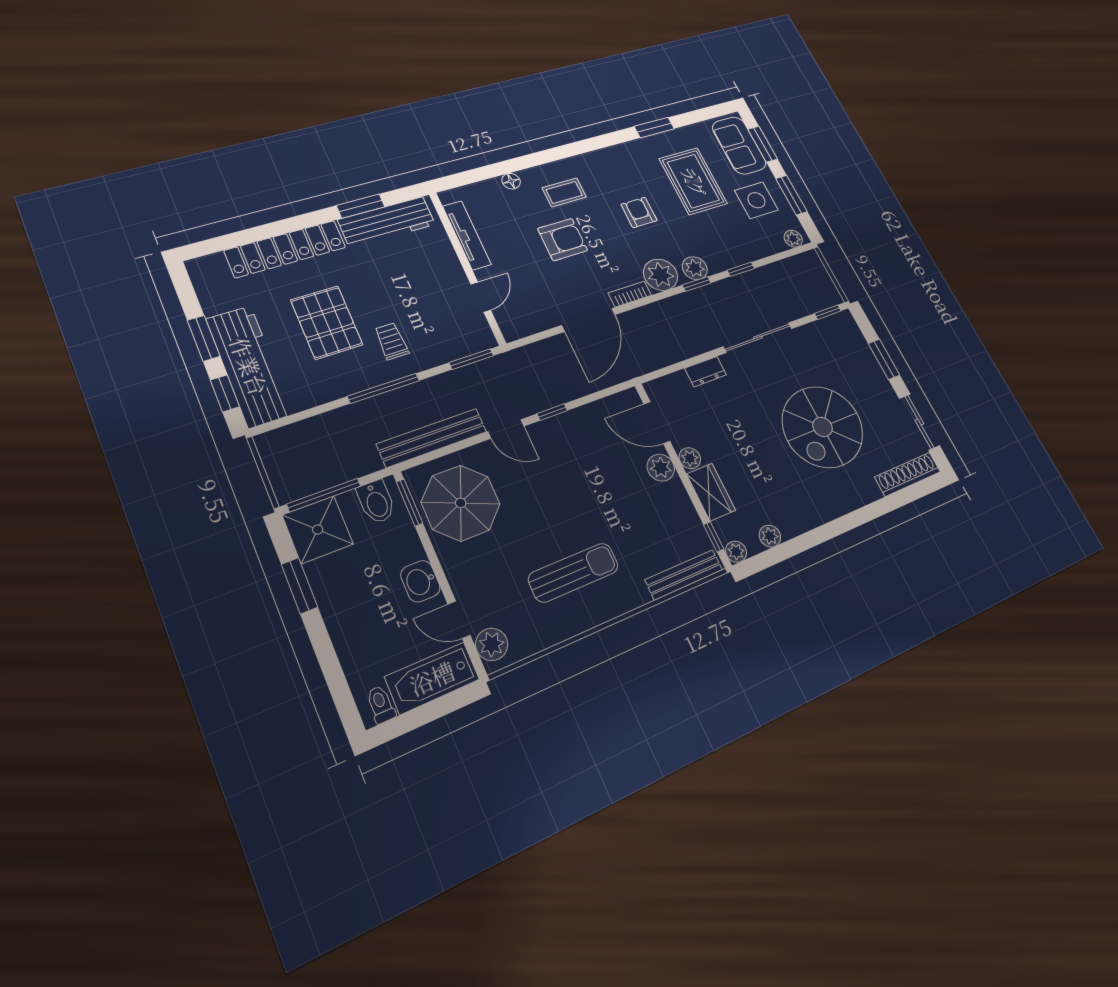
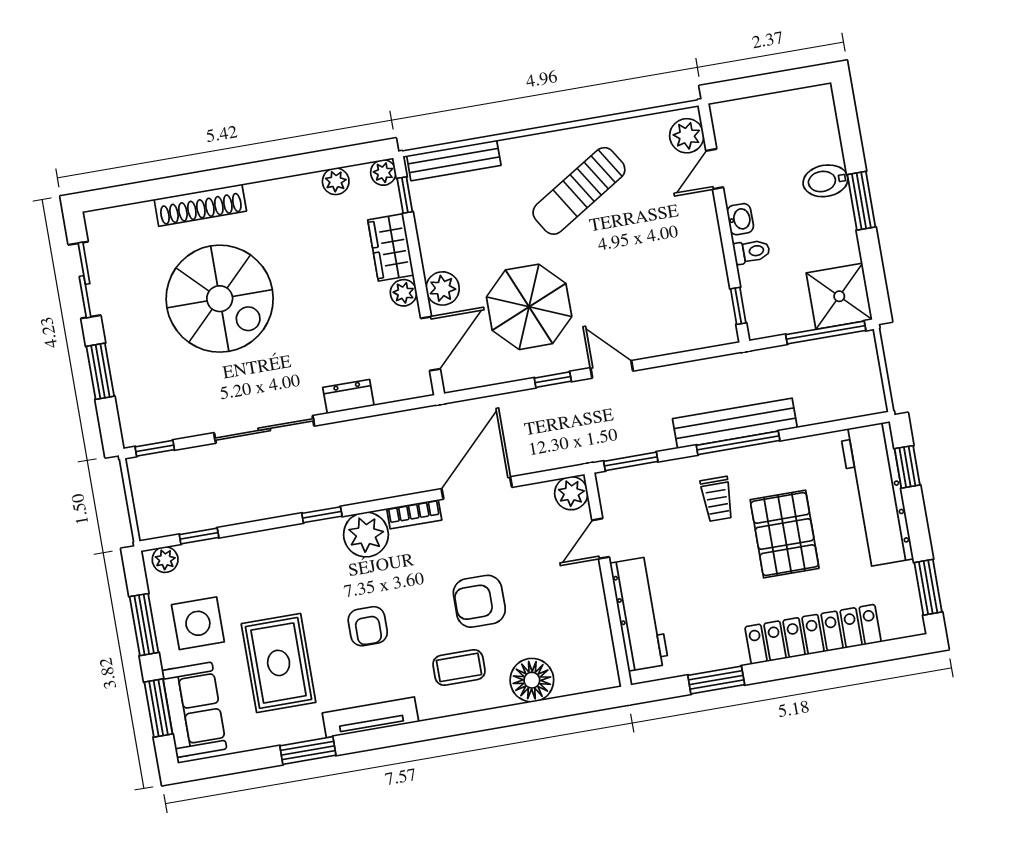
floor lamp: (511, 181) -> (532, 680), width x1.89, depth x1.89
workbench: (387, 222) -> (639, 614), moved, turned 90
tv unit: (467, 235) -> (370, 717), moved, turned 90
plant: (695, 268) -> (571, 493), moved
window: (741, 269) -> (199, 536), moved
window: (204, 338) -> (928, 587), moved
door: (657, 423) -> (430, 344), hinge flipped
spiral stairs: (823, 427) -> (220, 299), turned 90
bench: (432, 438) -> (735, 423), moved
shoe rack: (908, 474) -> (200, 205), moved
bidet: (376, 502) -> (825, 181), moved, turned -90
window: (409, 503) -> (738, 306), width x0.67
parasol: (461, 503) -> (529, 307), moved
sun lounger: (573, 573) -> (579, 191), turned -32
washbasin: (420, 581) -> (740, 219), width x0.72, depth x0.69
window: (299, 586) -> (861, 201), moved
door: (459, 620) -> (715, 169), swing flipped
bathtub: (432, 678) -> (755, 117), removed
toilet: (381, 704) -> (752, 252), moved, turned -90

